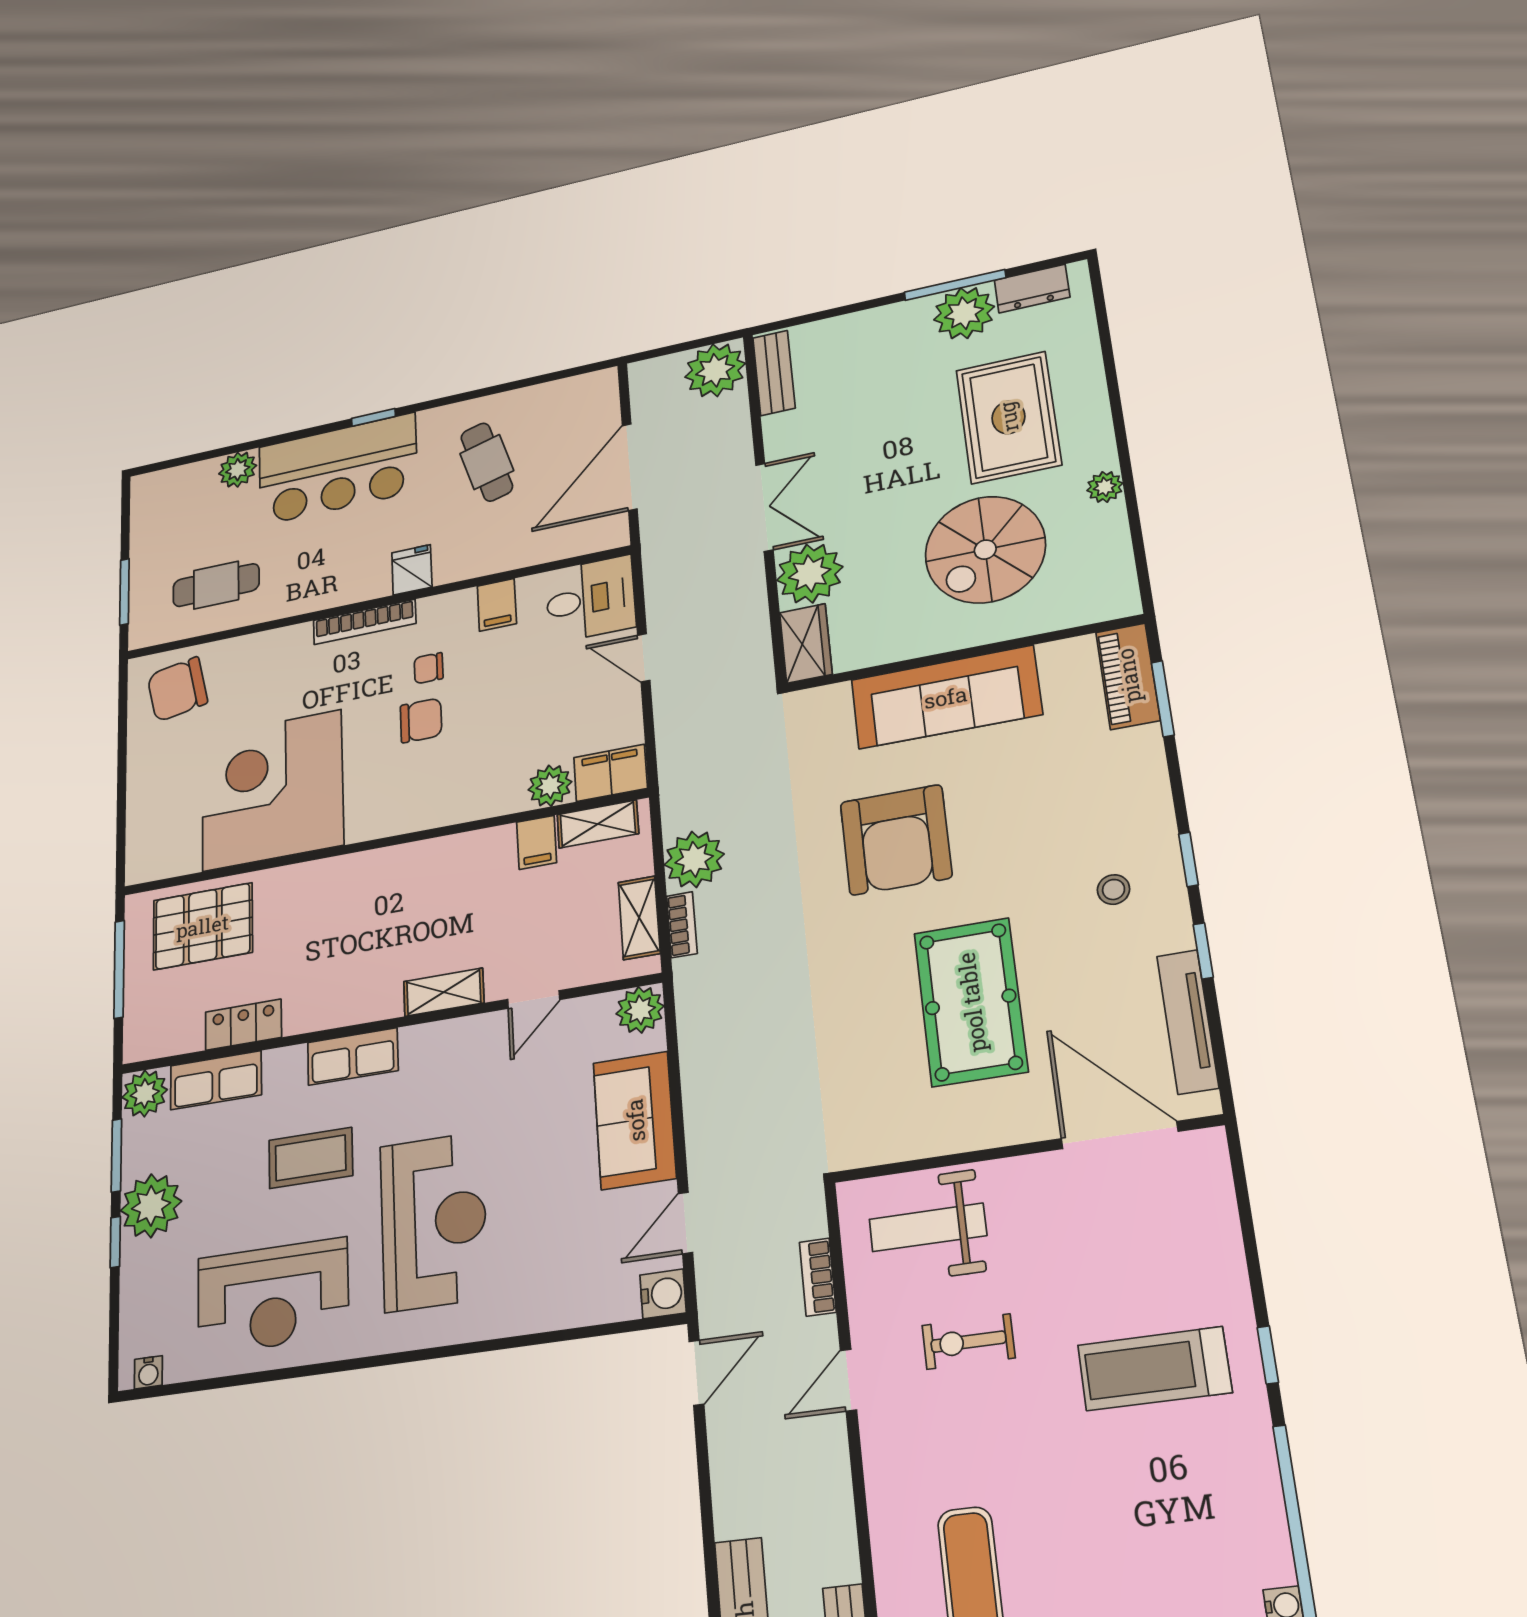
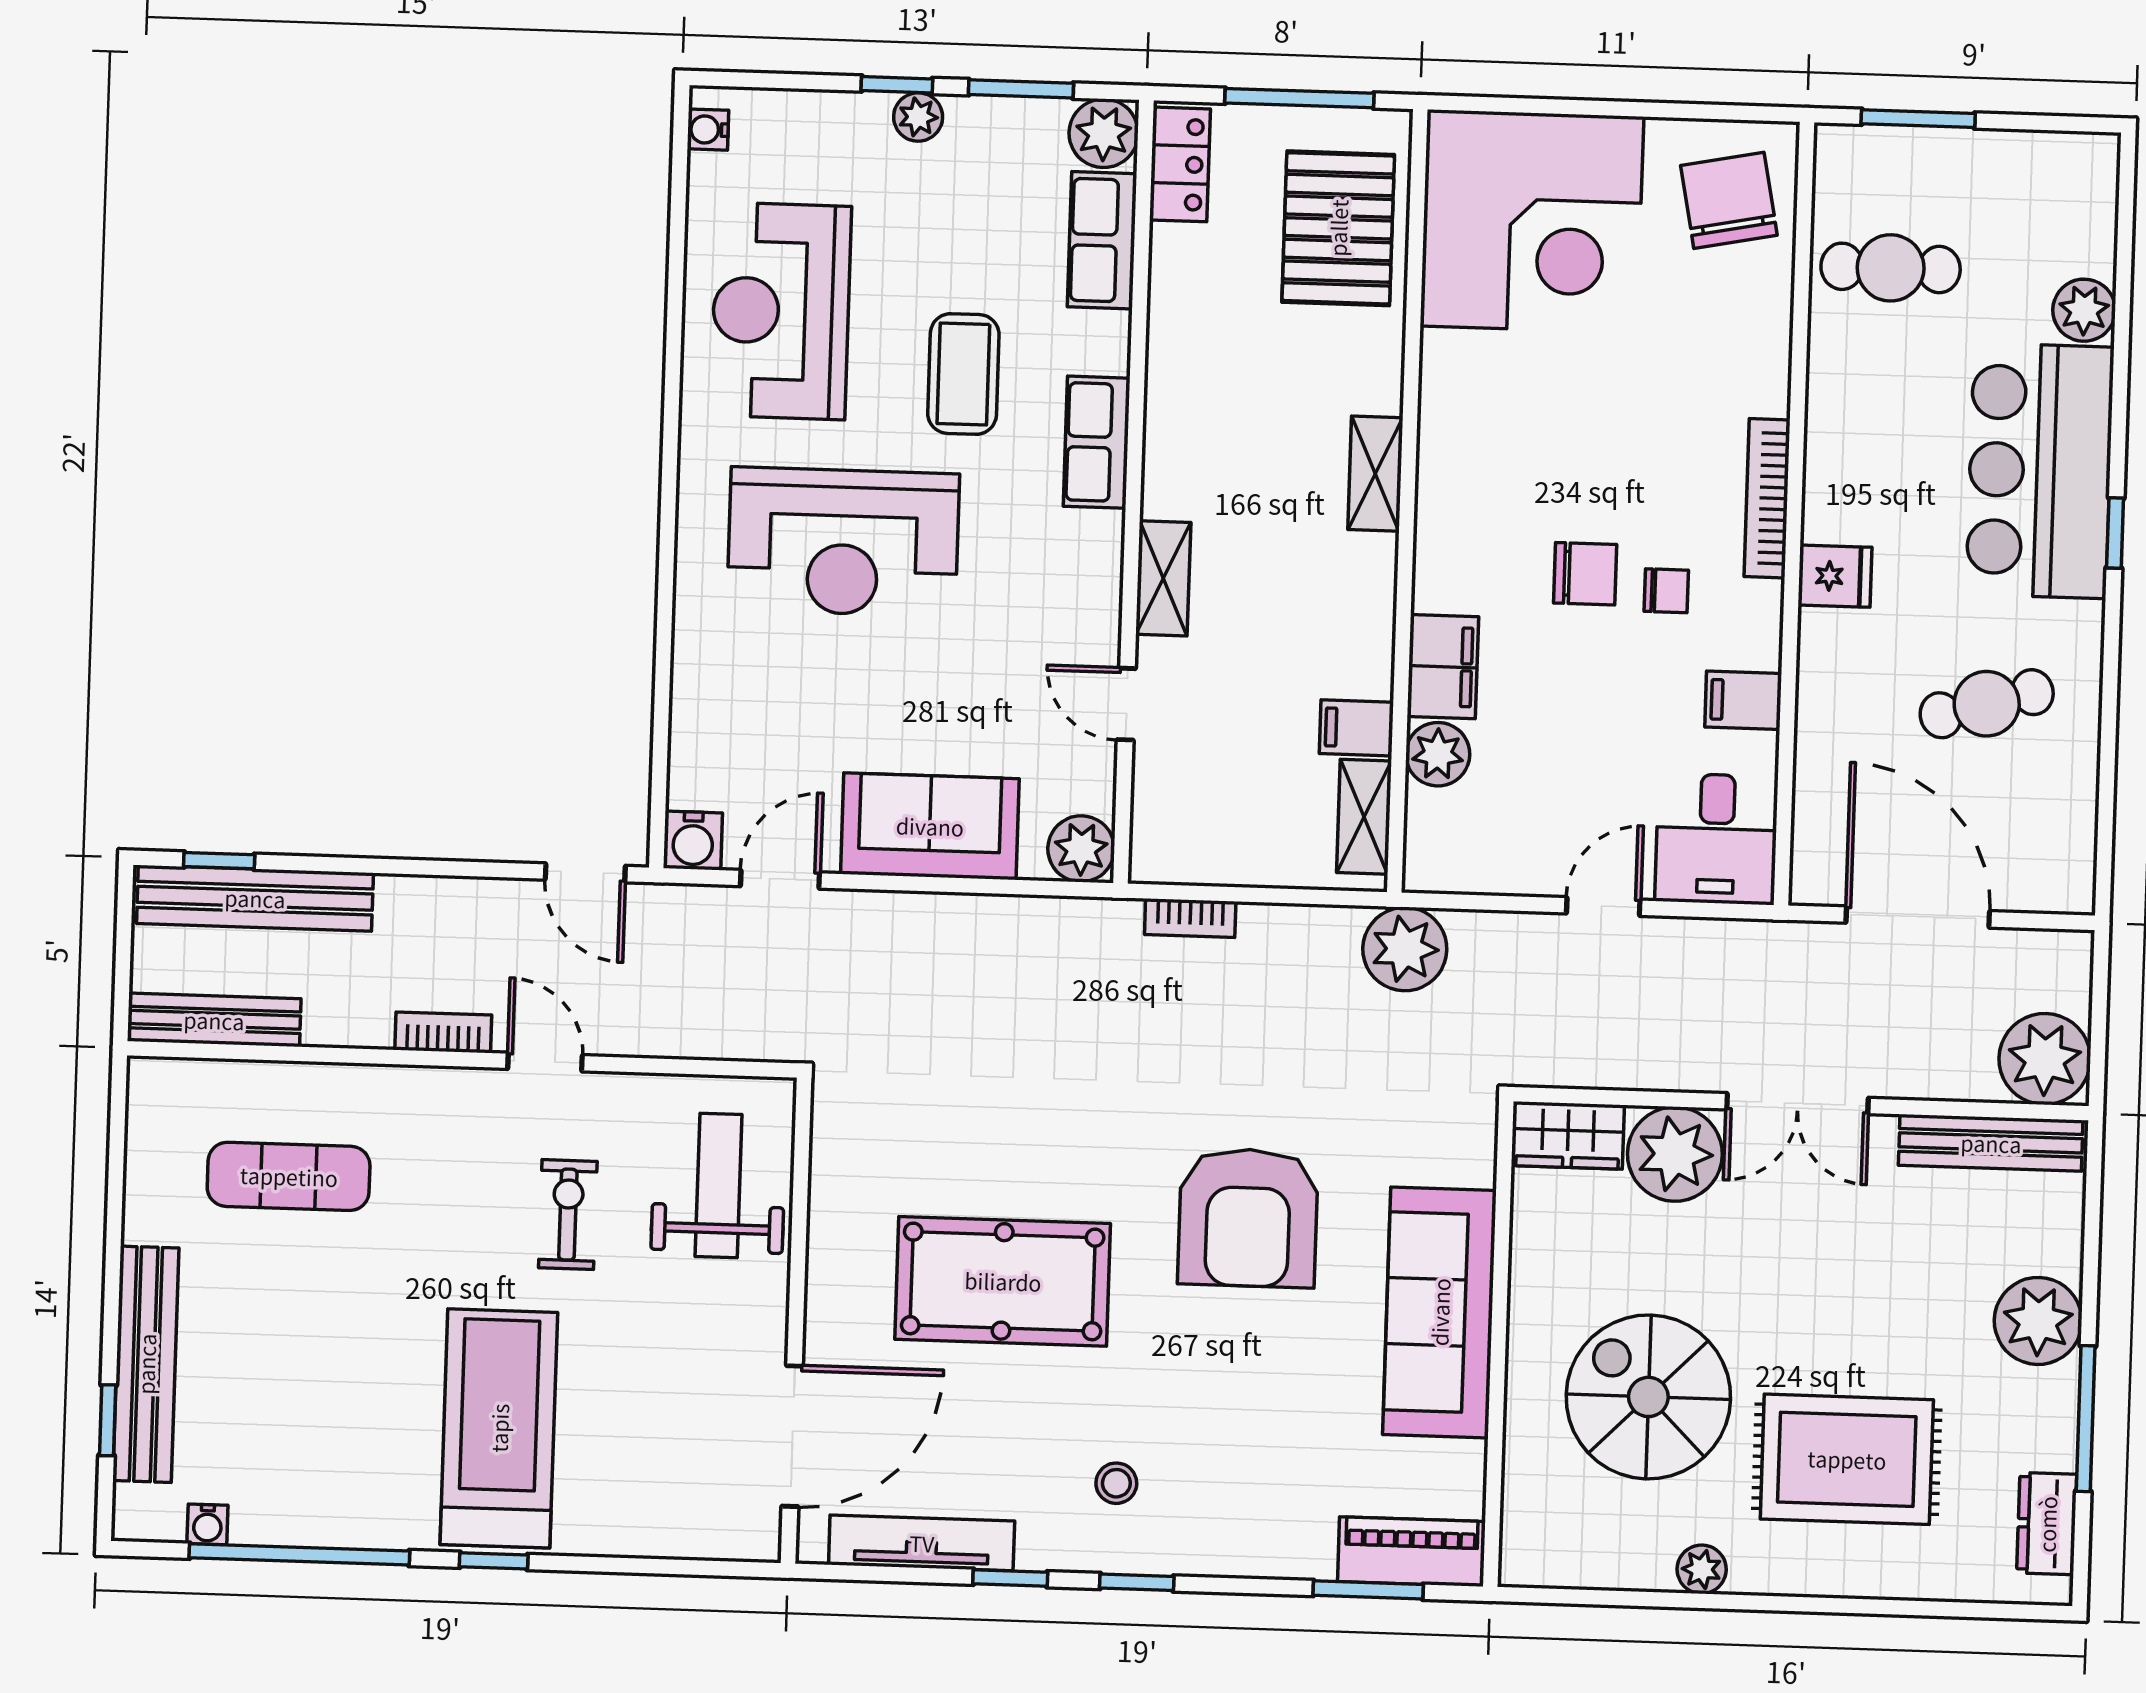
plant: (964, 313) -> (2038, 1321), moved
bench: (774, 373) -> (1991, 1143), width x1.36
cafe table: (216, 585) -> (1891, 268), turned 90
chair: (429, 668) -> (1666, 591), turned 90
chair: (421, 720) -> (1585, 574), turned -90
filing cabinet: (610, 773) -> (1443, 667), moved
corner desk: (272, 790) -> (1532, 221), moved, turned 90
armchair: (896, 840) -> (1248, 1218), turned -90
plant: (694, 859) -> (1405, 949), moved
shelving: (639, 918) -> (1375, 474), moved, turned 90
locker: (243, 1025) -> (1180, 164), moved
plant: (151, 1206) -> (918, 117), width x0.53, depth x0.53
door: (685, 1223) -> (780, 879), hinge flipped
bookcase: (818, 1277) -> (443, 1032), moved
treadmill: (1154, 1369) -> (499, 1428), width x1.37, depth x1.38

